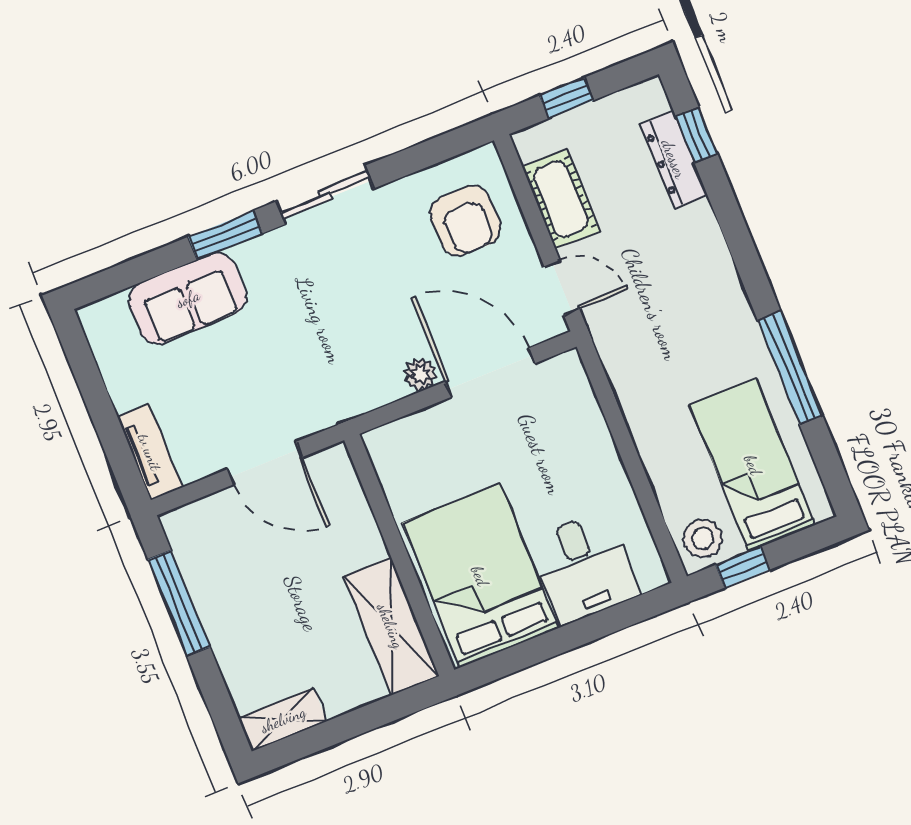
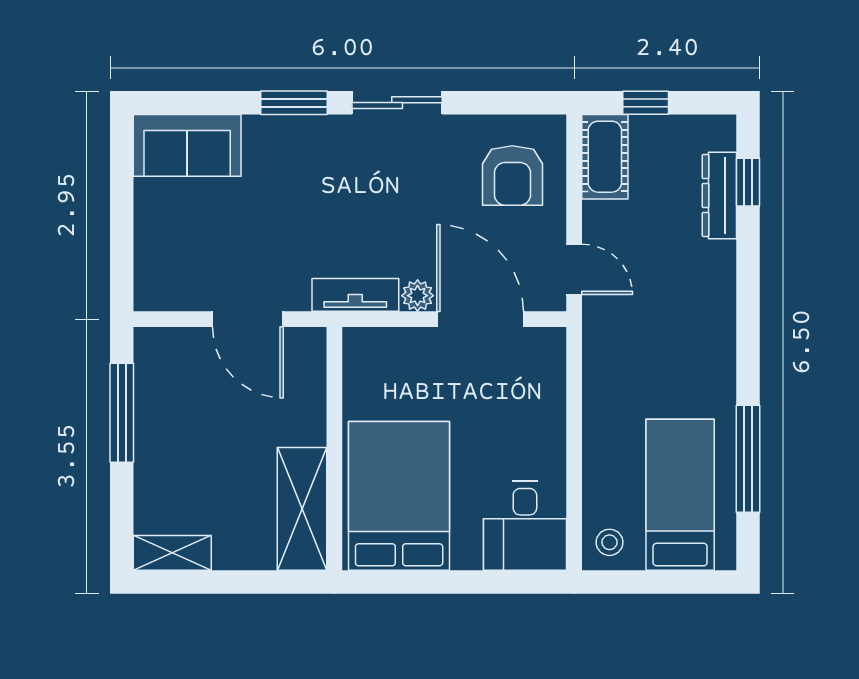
cot: (561, 199) -> (605, 157), moved
sofa: (188, 298) -> (187, 145), moved
window: (790, 368) -> (748, 459), moved
tv unit: (150, 452) -> (355, 295), moved, turned -90
stool: (703, 539) -> (609, 542), width x0.73, depth x0.73
window: (743, 567) -> (635, 582), removed
desk: (584, 568) -> (525, 526), moved

